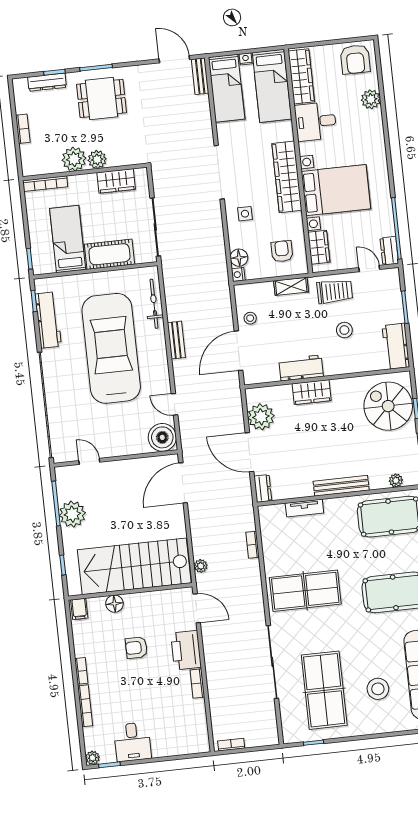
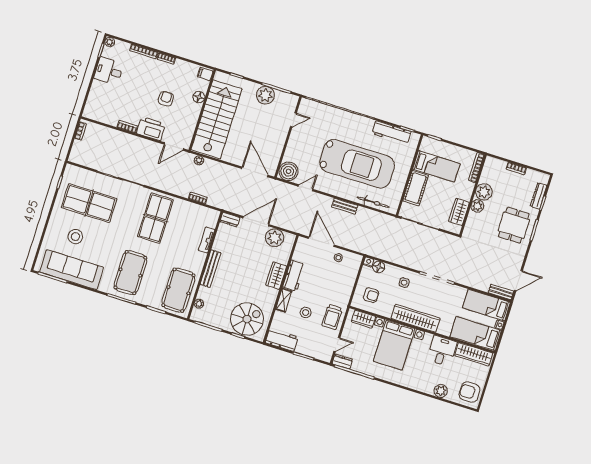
shelving: (291, 286) -> (284, 300), moved

